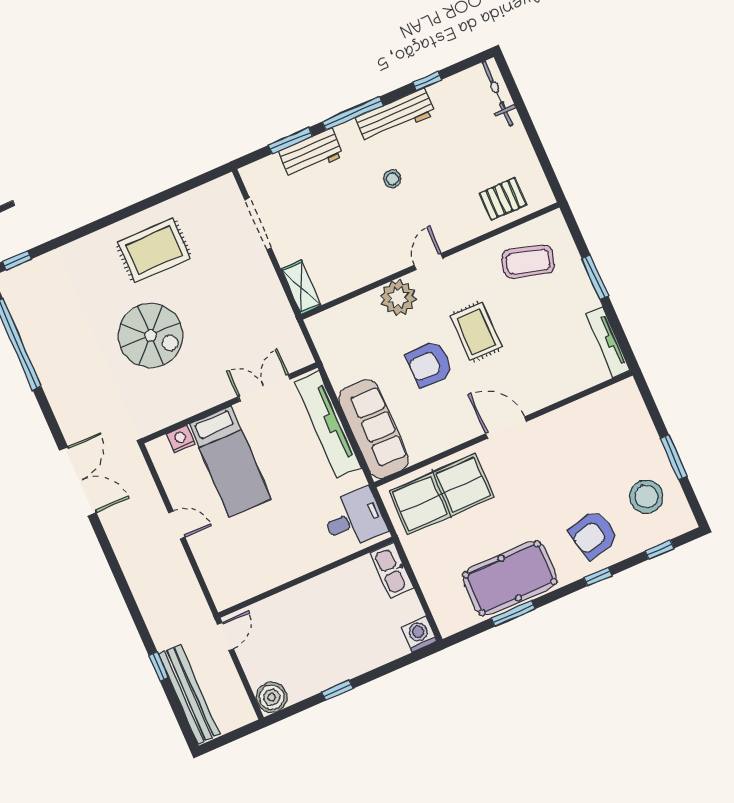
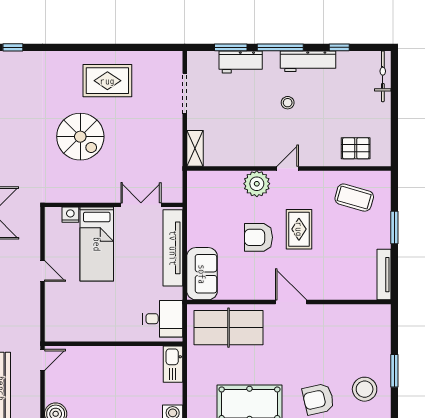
sofa: (374, 429) -> (202, 274), width x0.73

